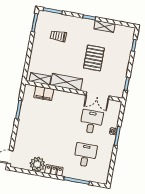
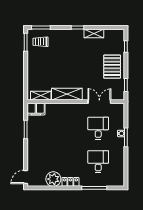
trolley: (58, 36) -> (41, 42), moved
pallet: (94, 58) -> (112, 67), moved
filing cabinet: (44, 93) -> (36, 109), moved
double door: (97, 96) -> (99, 102), swing flipped

